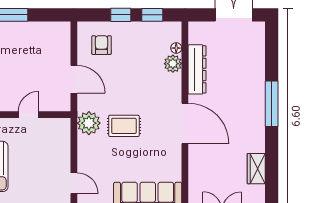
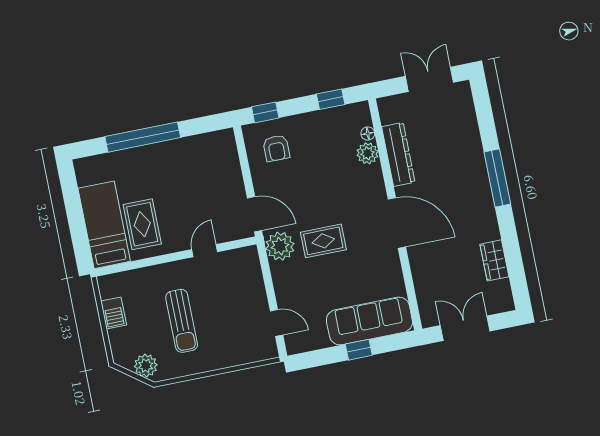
window: (121, 15) -> (265, 112), moved
armchair: (102, 45) -> (276, 148), turned 180
door: (74, 79) -> (255, 214), moved

